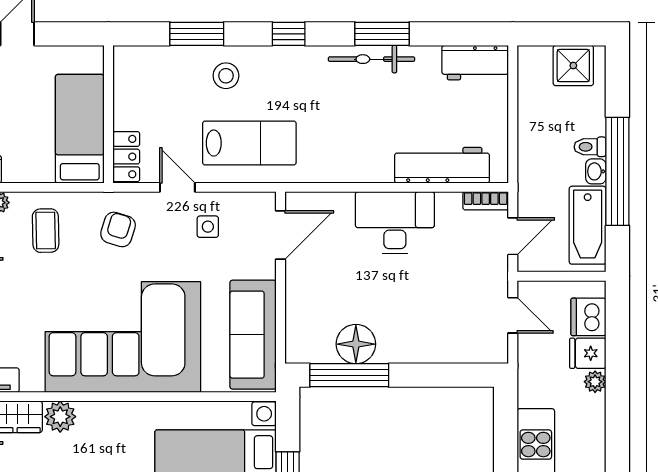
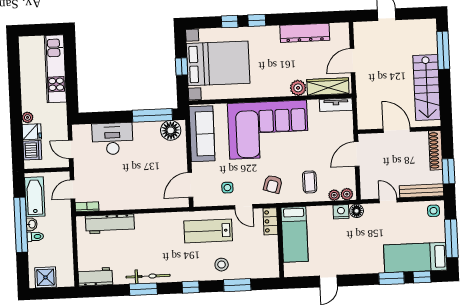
desk: (395, 223) -> (112, 139), moved, turned 180
floor lamp: (356, 344) -> (171, 130), moved

